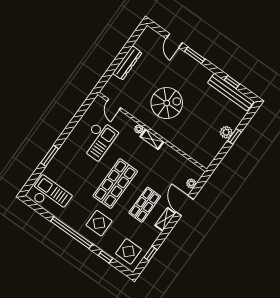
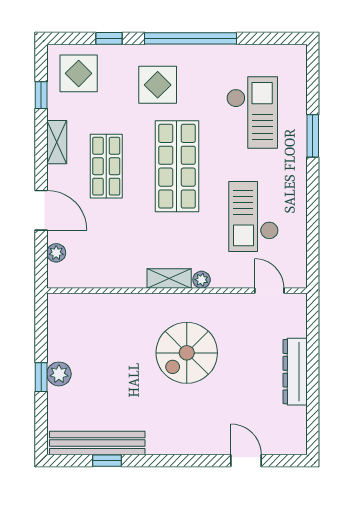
window: (195, 55) -> (197, 461), removed
checkout: (50, 195) -> (252, 112), moved, turned -90
shelving: (165, 219) -> (57, 142), moved

